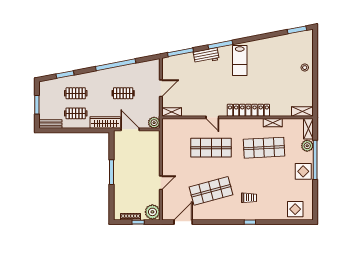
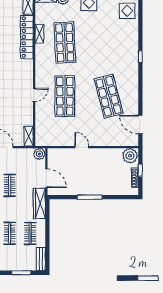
locker: (248, 110) -> (27, 37), moved
door: (130, 129) -> (46, 178), swing flipped
door: (161, 183) -> (82, 147), moved
trolley: (249, 198) -> (116, 58), removed

